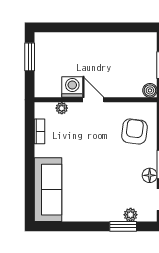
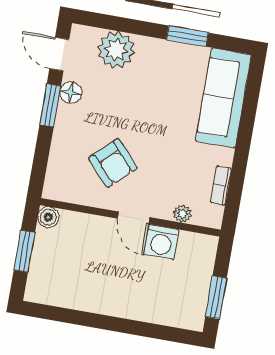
armchair: (134, 131) -> (113, 163), moved, turned -50
plant: (131, 215) -> (116, 50), width x1.88, depth x1.88
window: (123, 226) -> (187, 36), moved

